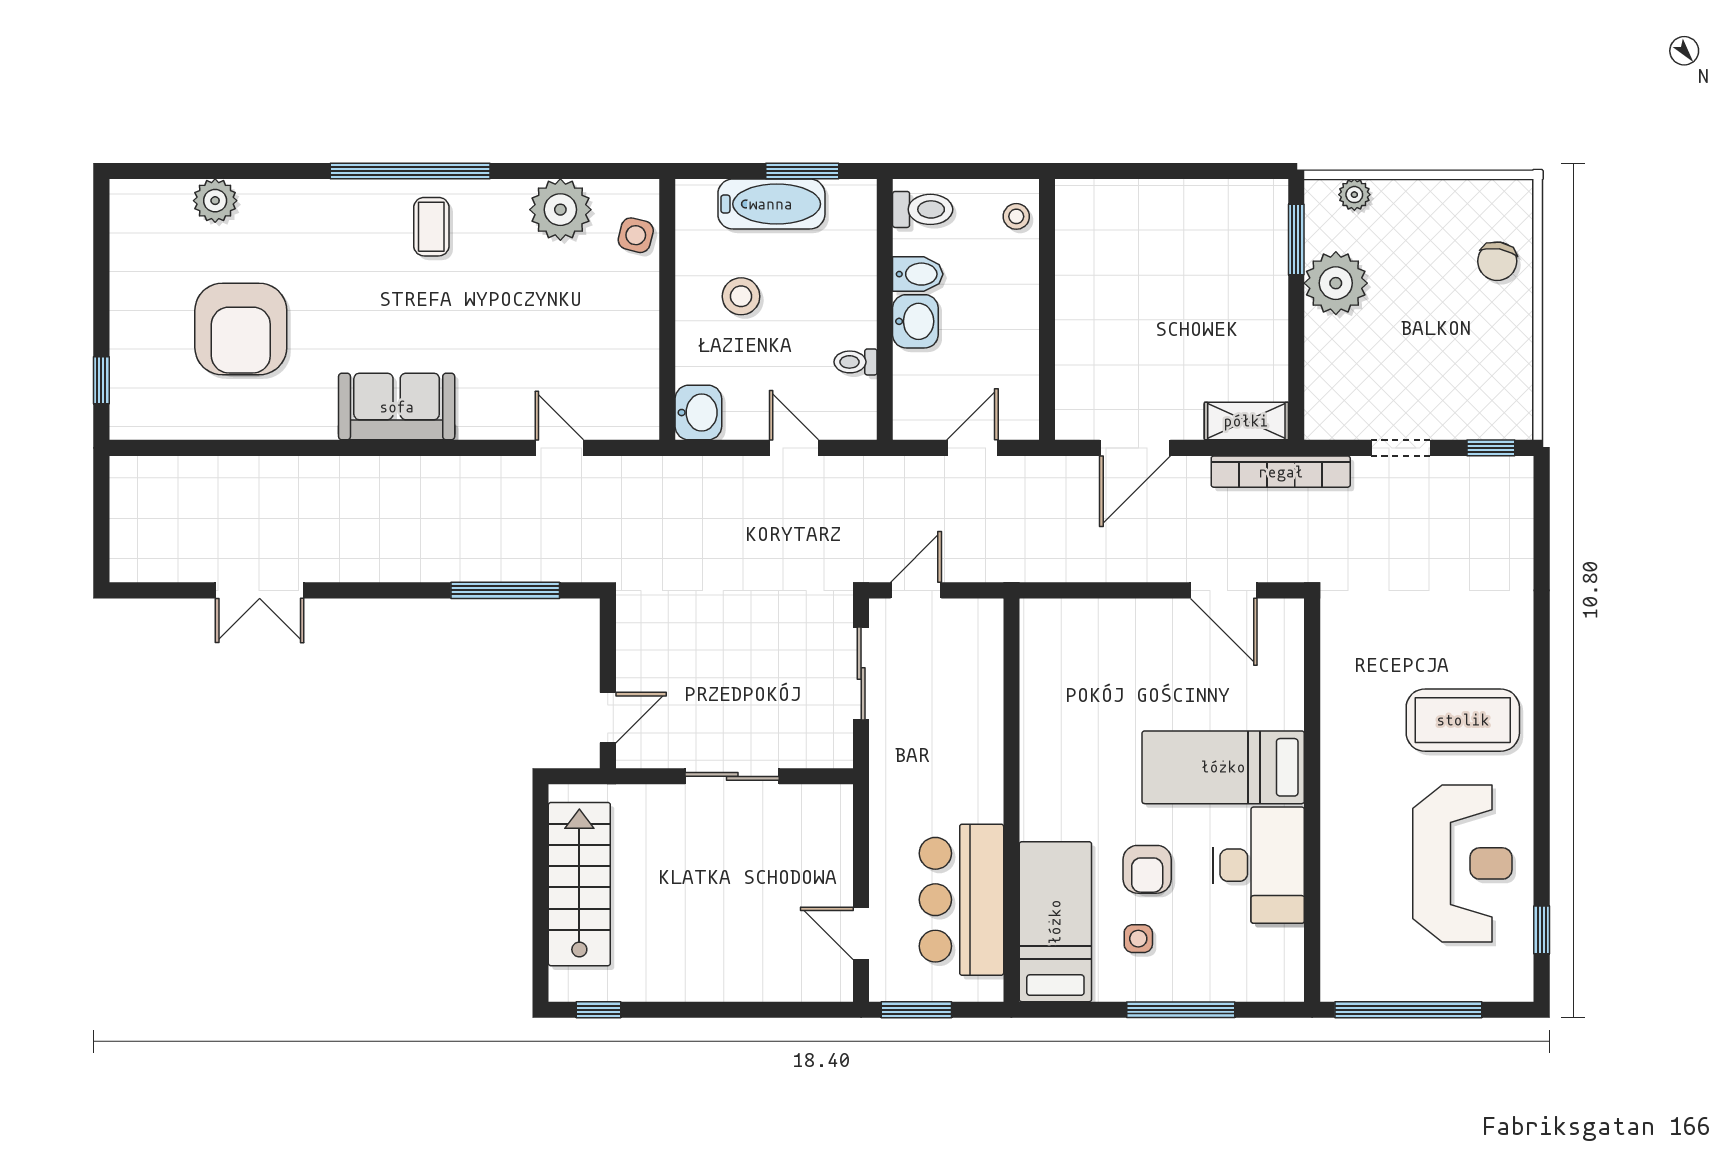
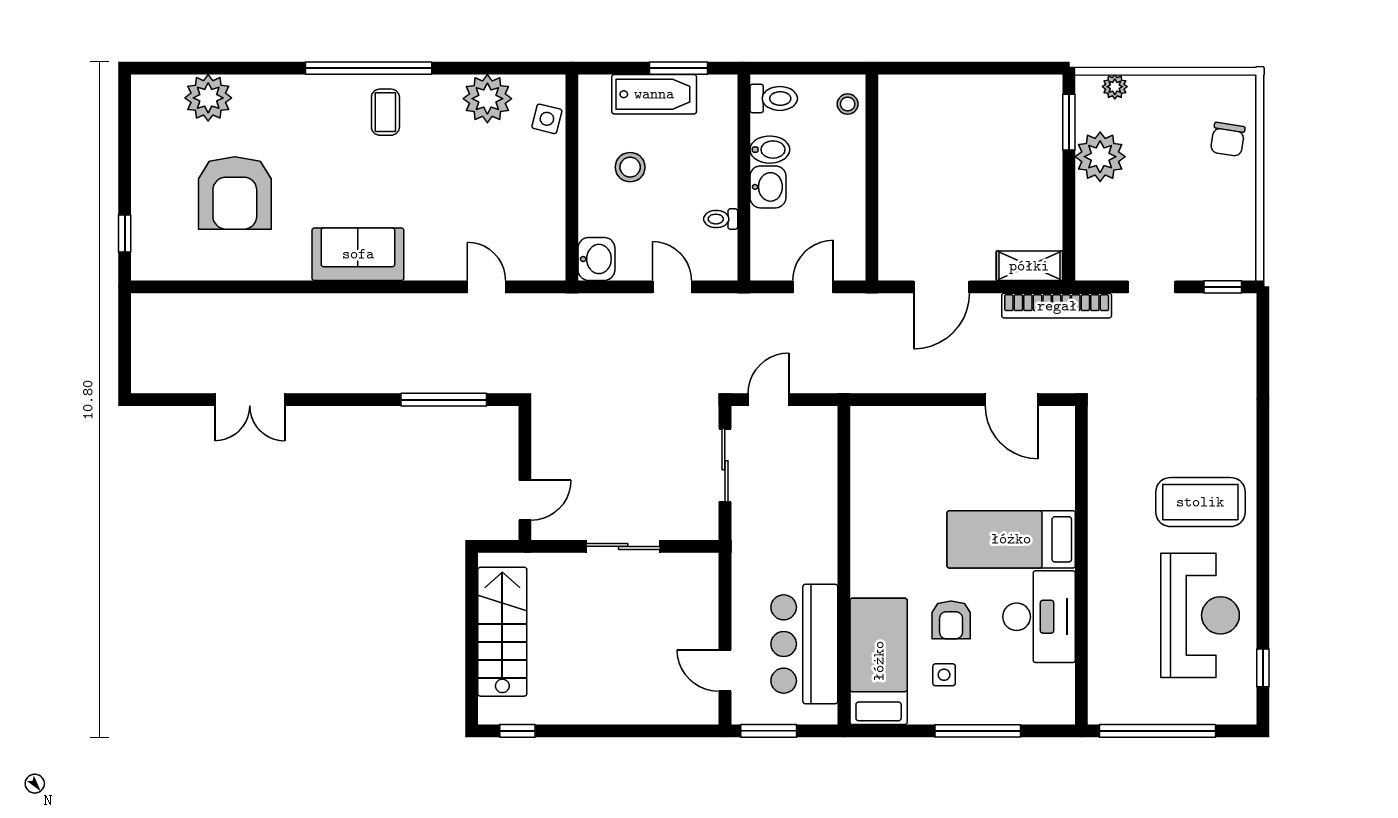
plant: (215, 201) -> (208, 98), width x1.36, depth x1.36

